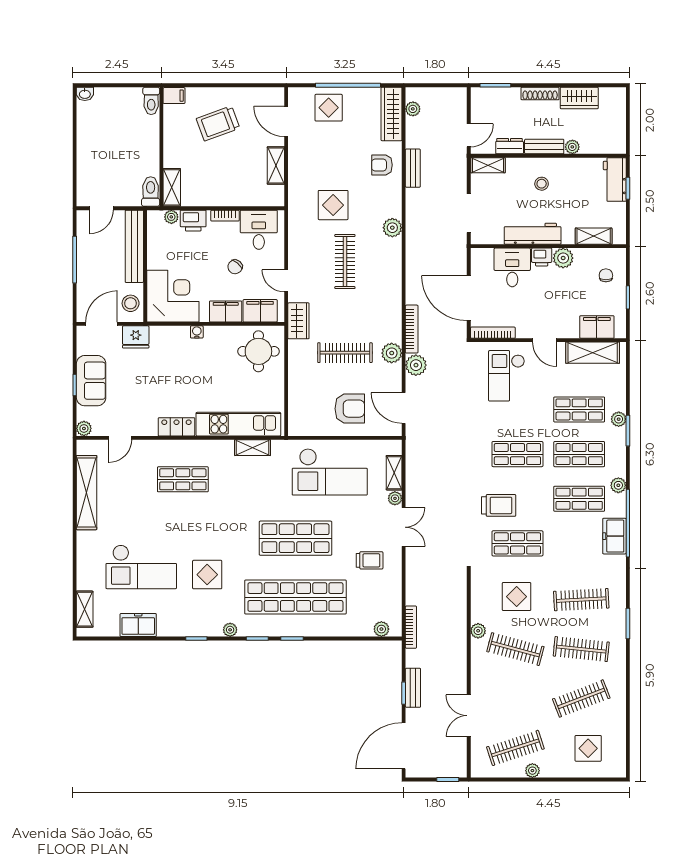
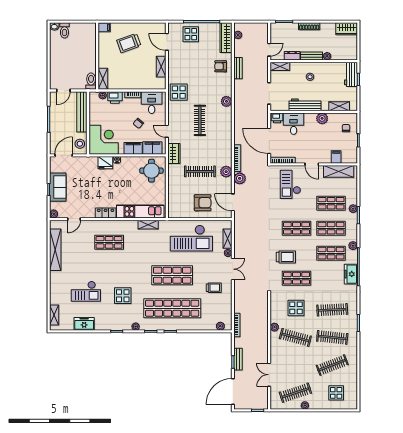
wardrobe: (579, 98) -> (347, 29), moved
toilet: (151, 101) -> (64, 30), moved
display table: (333, 205) -> (179, 92), moved
printer: (542, 257) -> (277, 118), moved
filing cabinet: (597, 327) -> (336, 157), width x0.50
fridge: (136, 337) -> (105, 163), moved
checkout: (141, 567) -> (86, 291), width x0.73, depth x0.83

